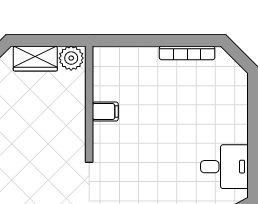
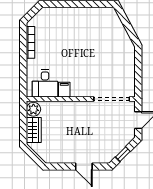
desk: (224, 167) -> (45, 83), moved, turned 180

